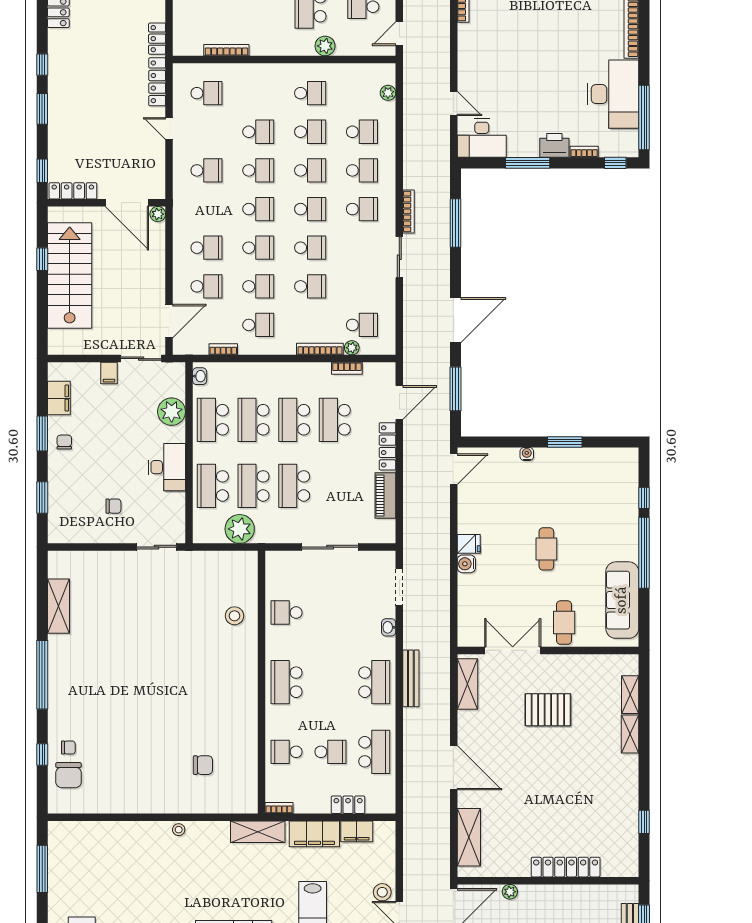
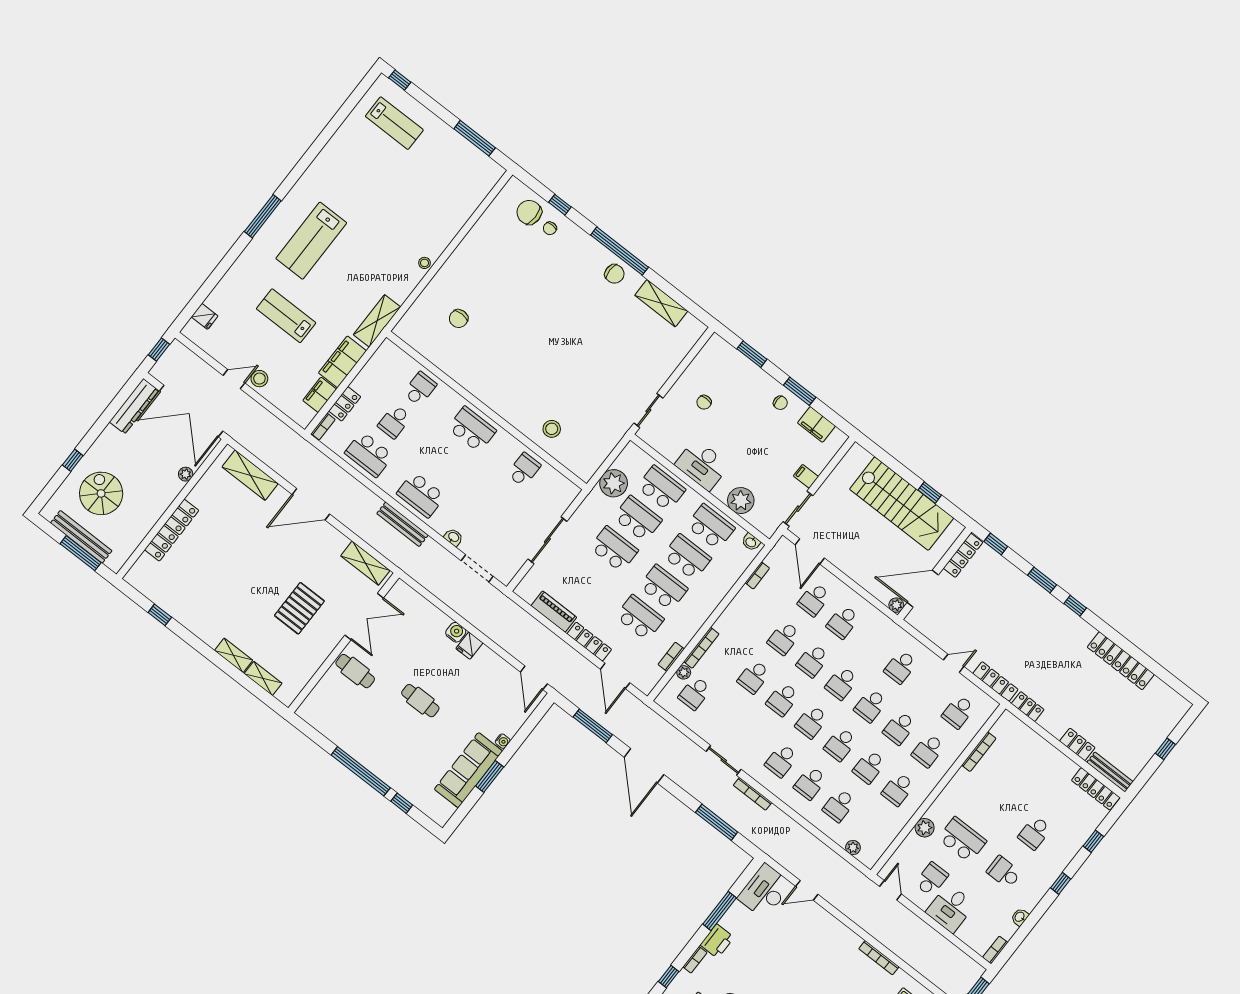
school desk: (258, 325) -> (928, 750), moved
sofa: (622, 600) -> (468, 770), moved, turned -90
chair: (64, 664) -> (614, 274), added
bookcase: (279, 808) -> (323, 427), moved

